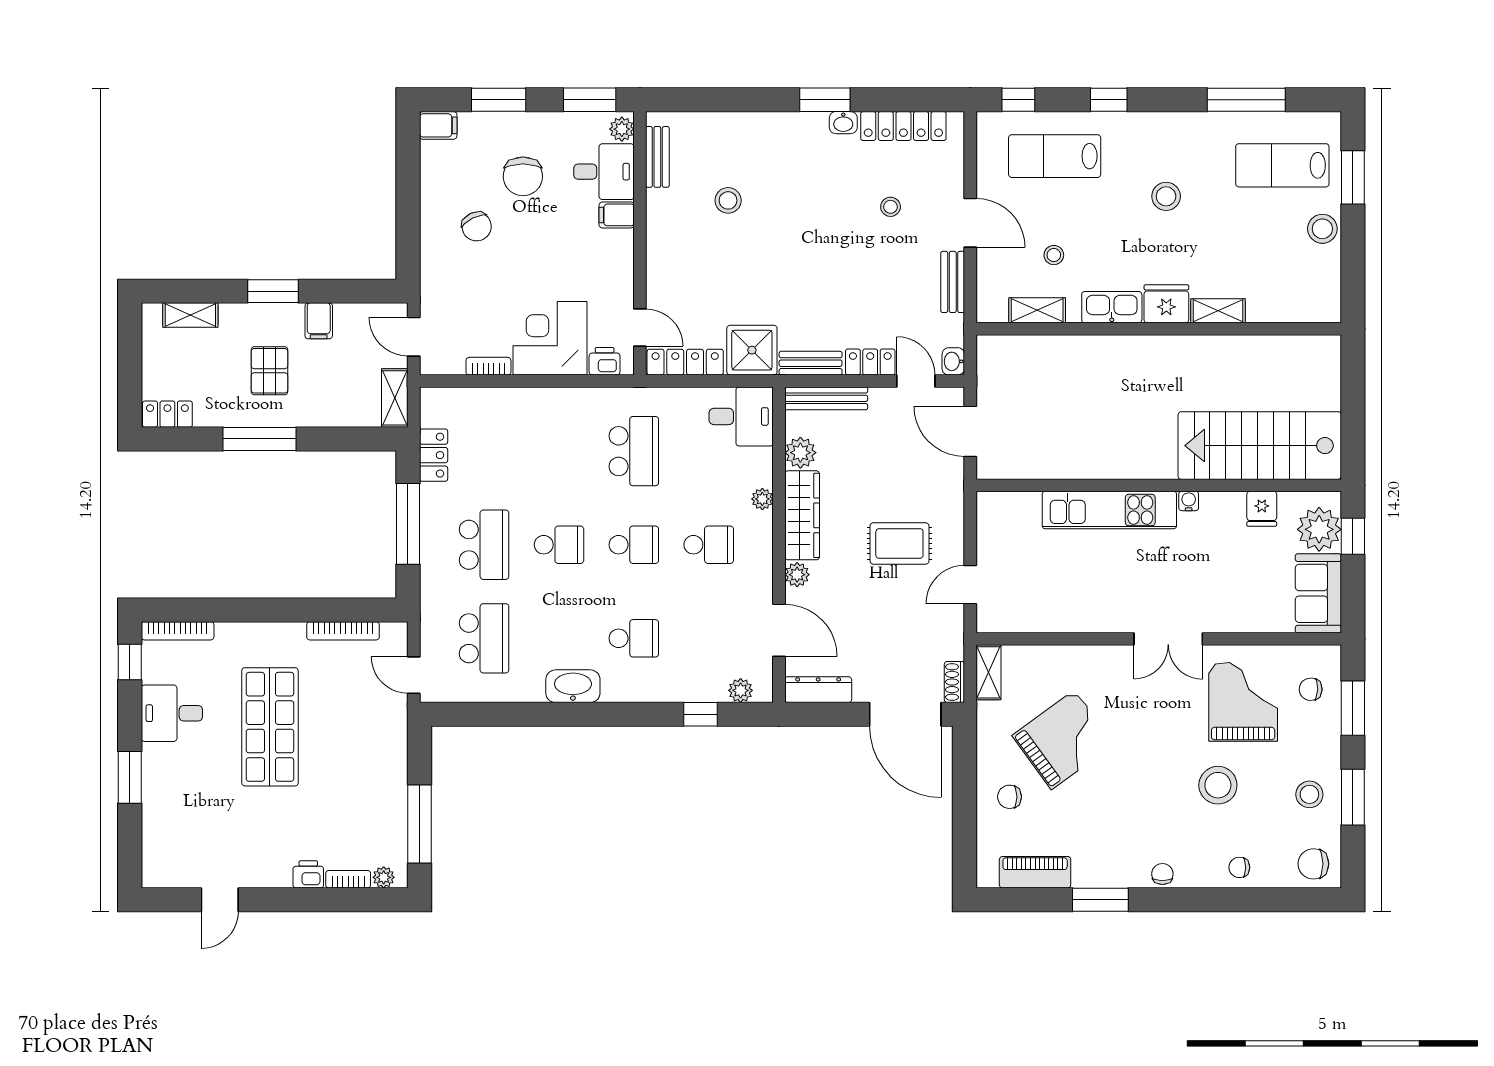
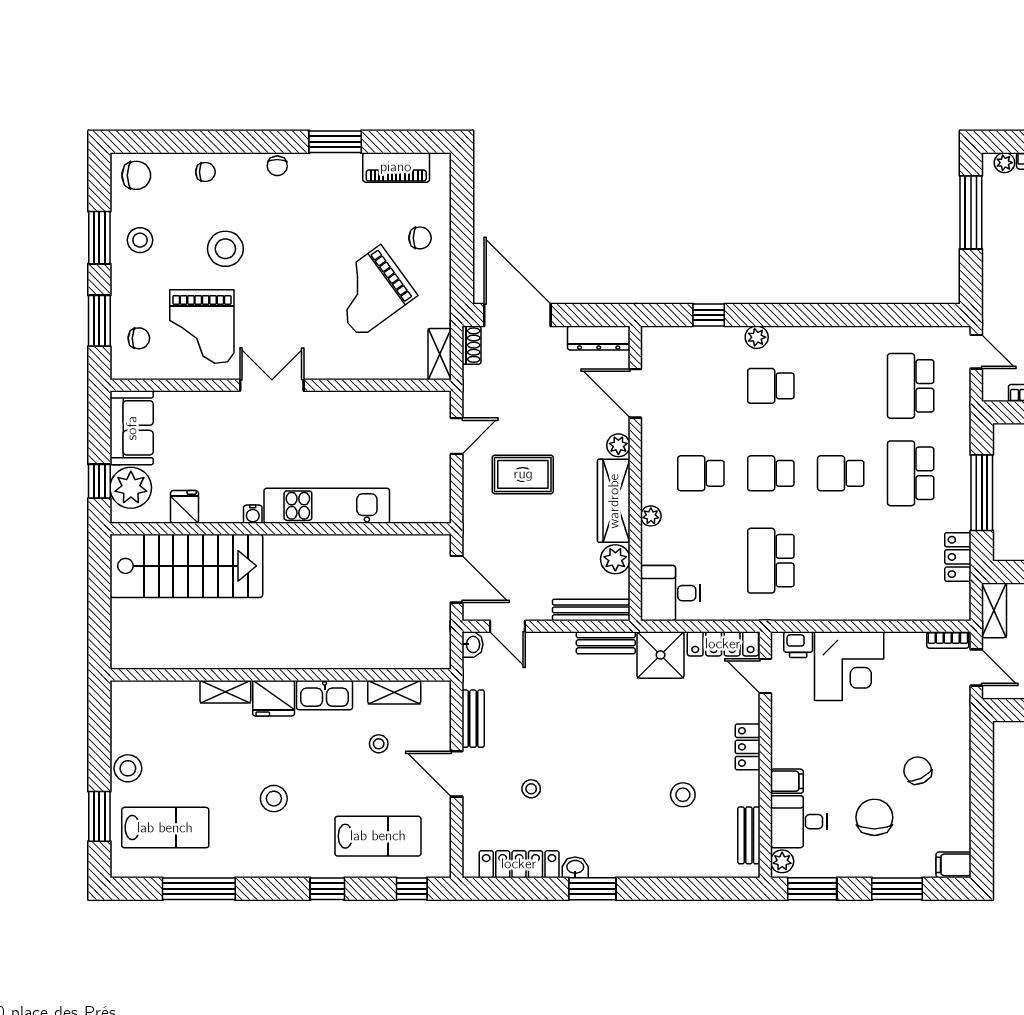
locker: (870, 362) -> (748, 747), moved, turned 90
bookcase: (488, 366) -> (948, 640), moved
washbasin: (573, 686) -> (828, 341), removed
plant: (741, 690) -> (757, 337), moved

